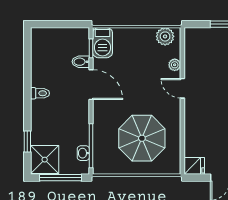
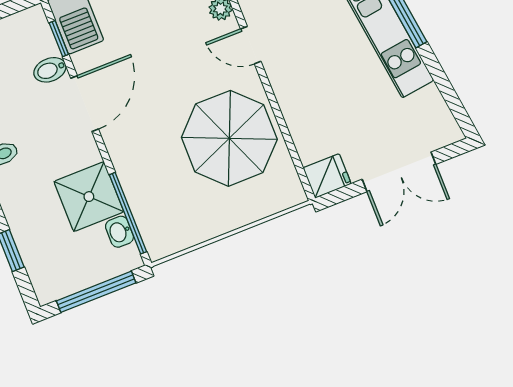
door: (91, 85) -> (85, 104), hinge flipped
parasol: (142, 138) -> (229, 138), moved
shower: (45, 160) -> (89, 197), moved

